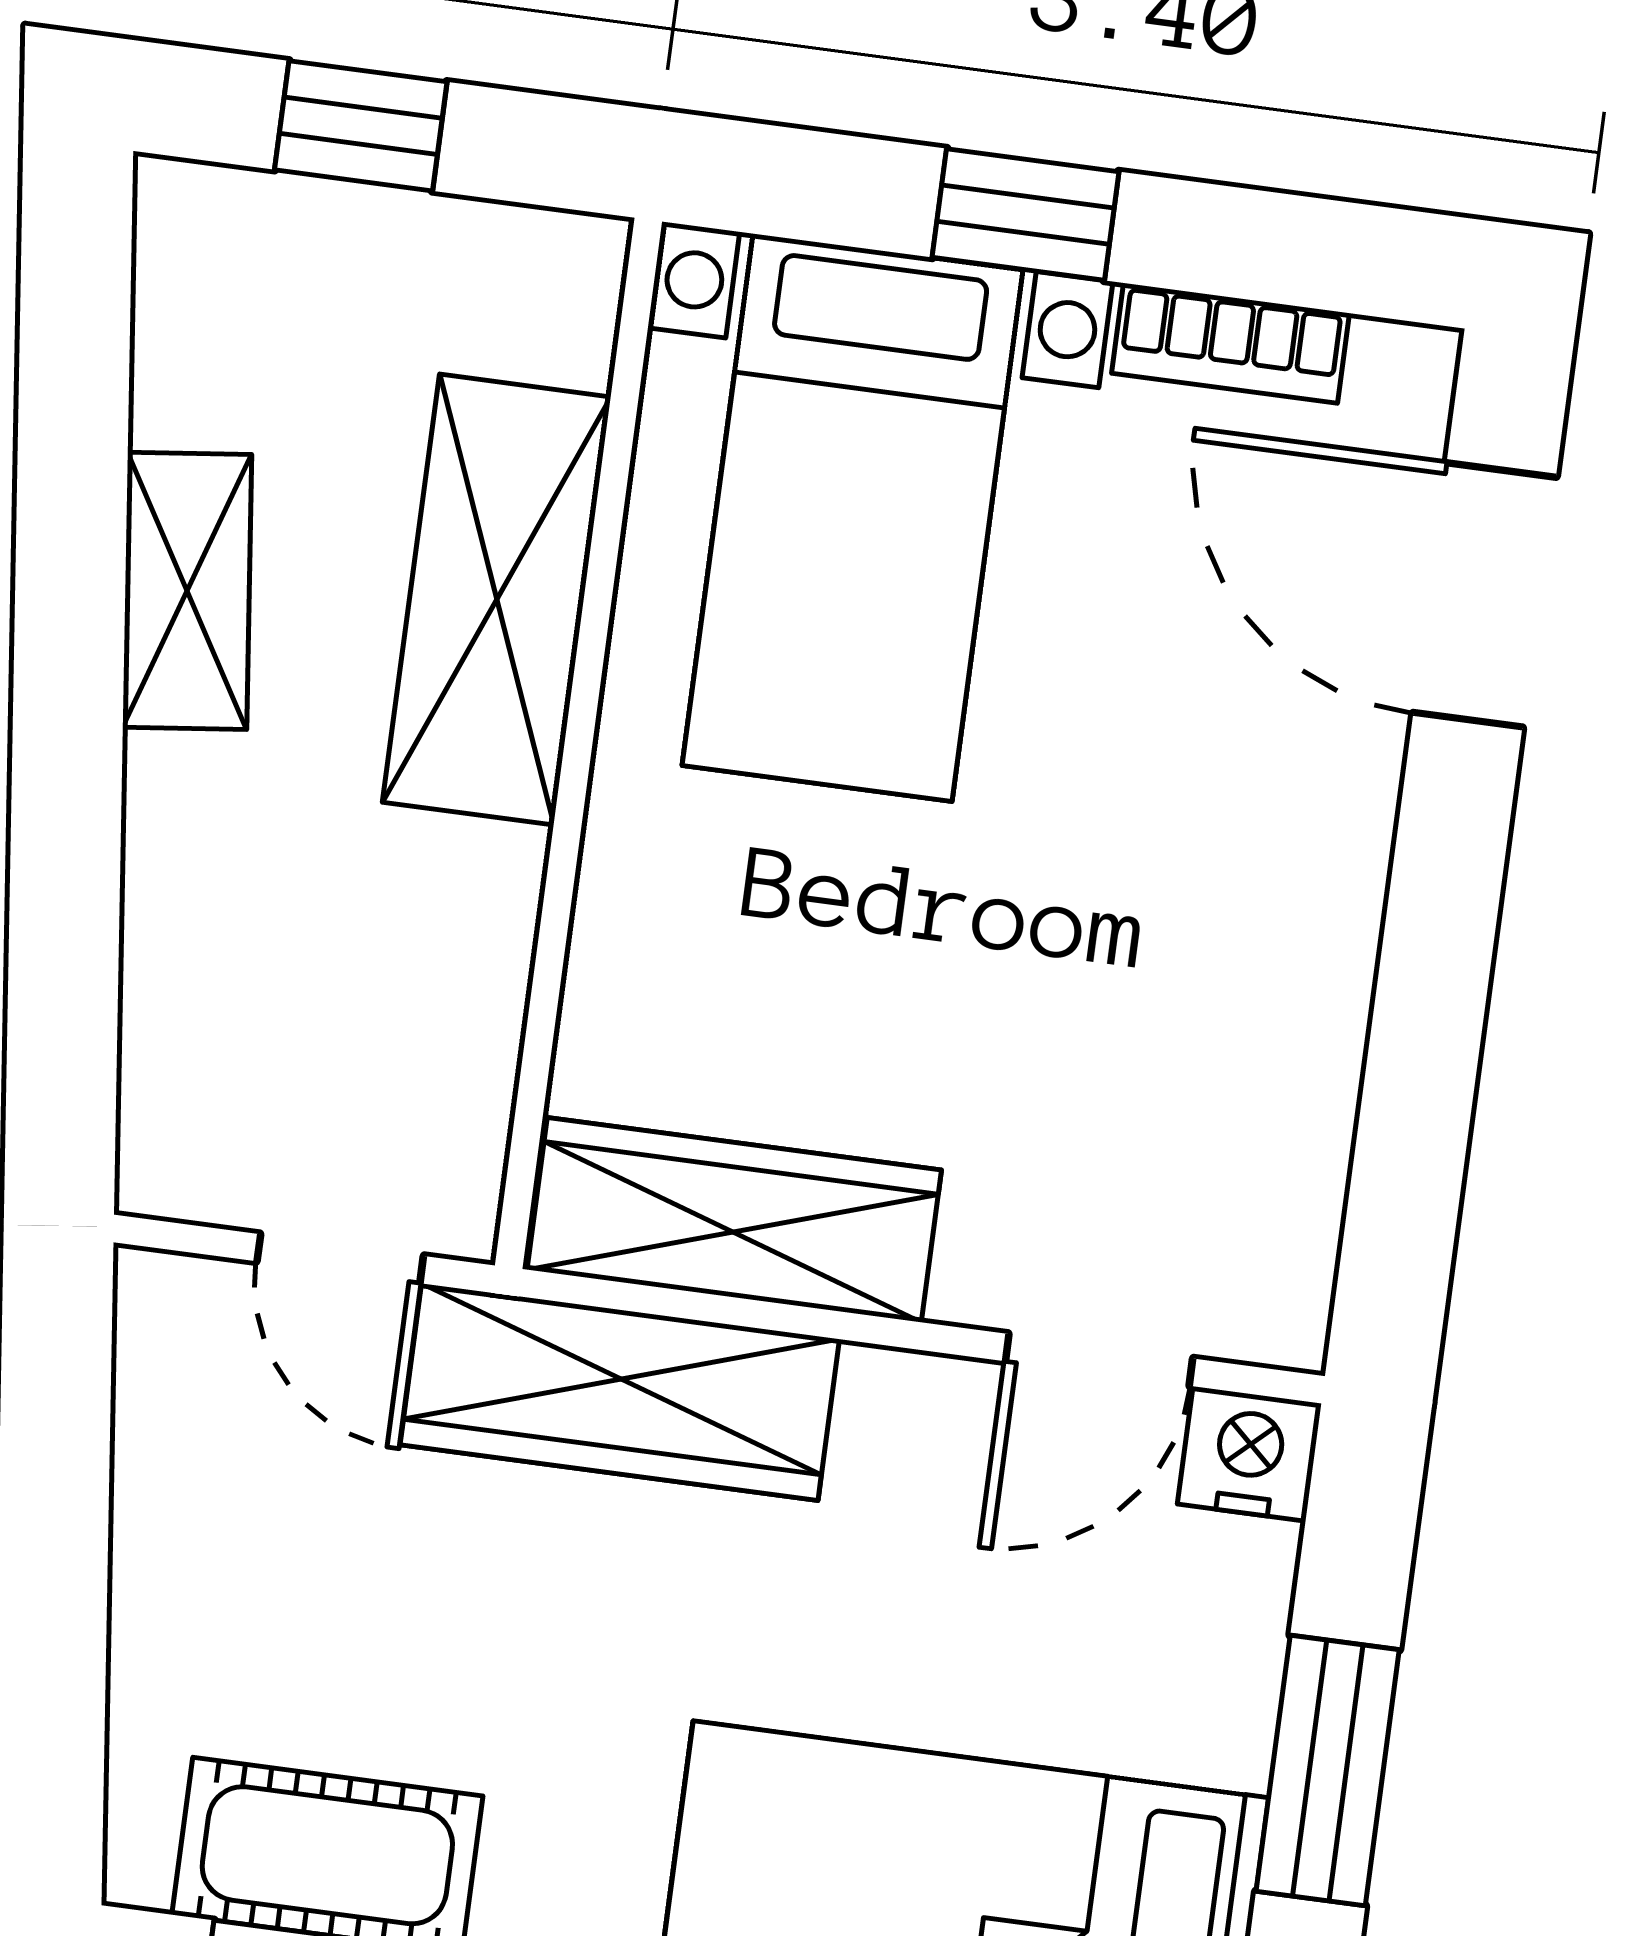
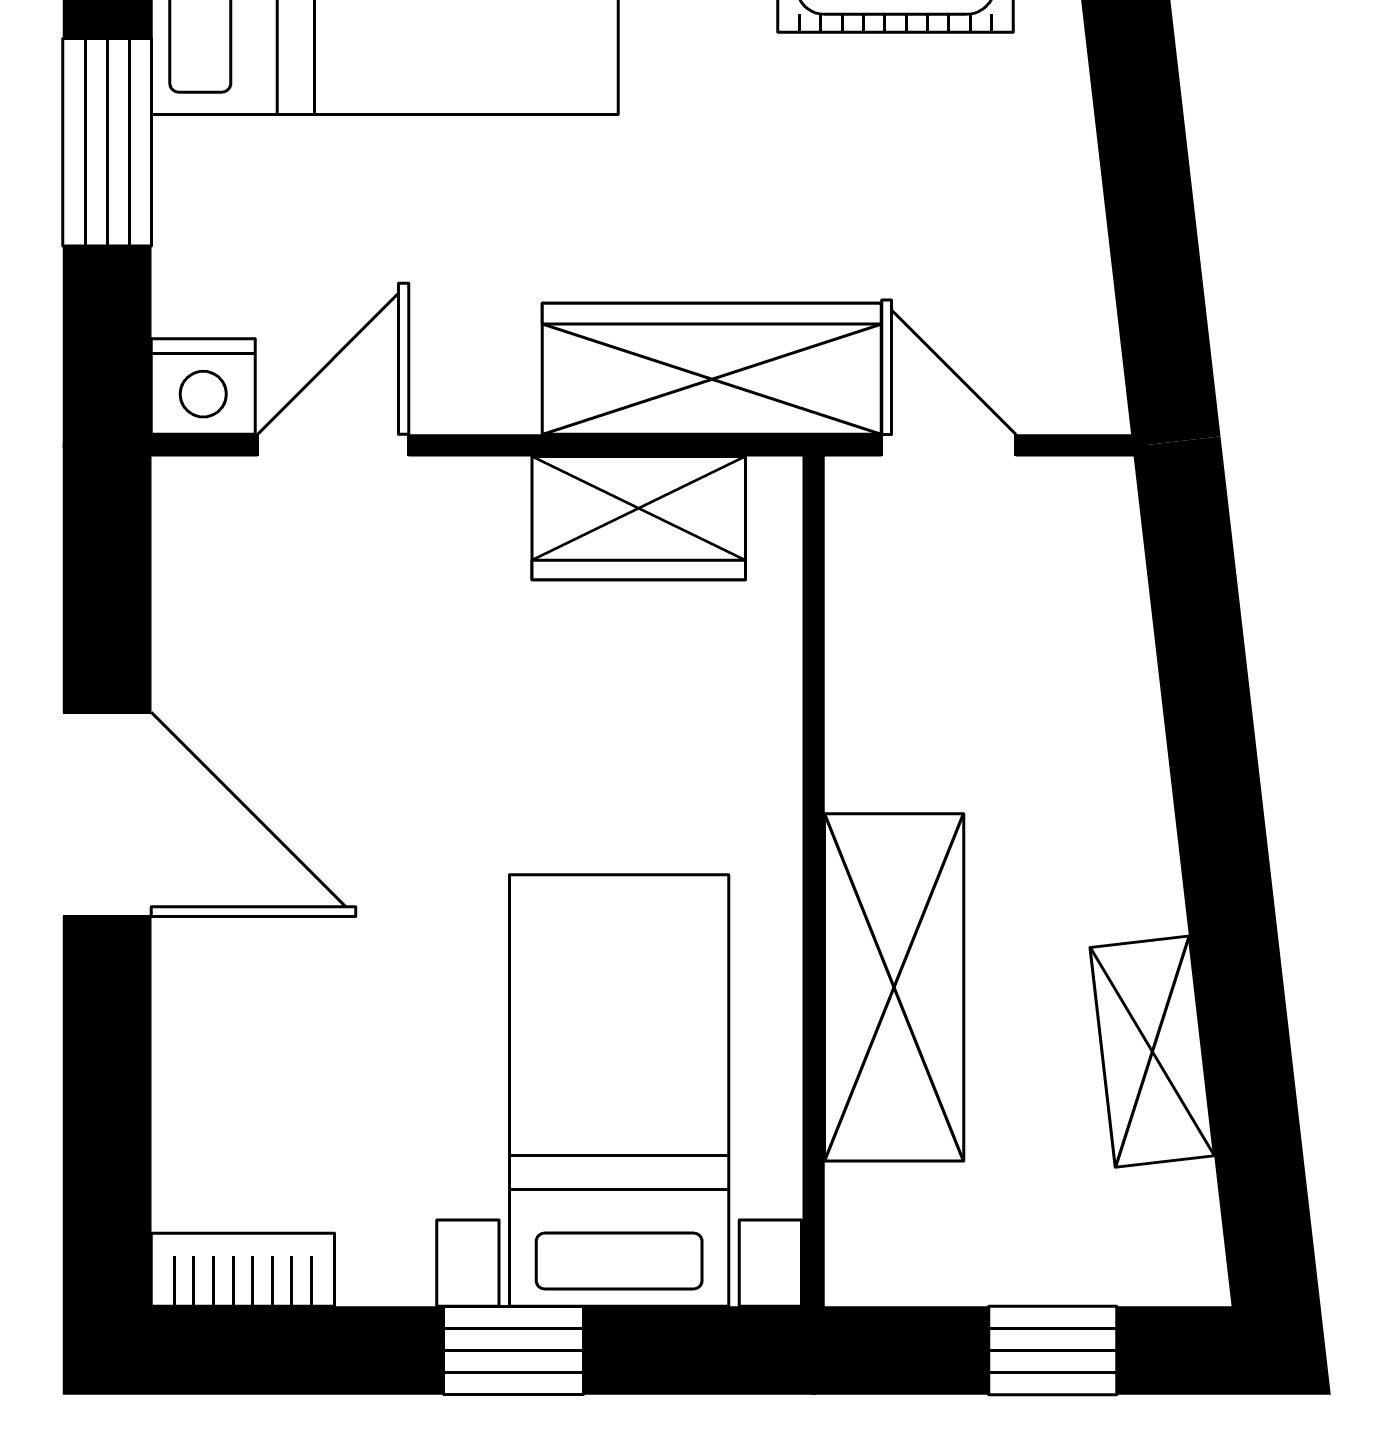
bookcase: (1231, 343) -> (243, 1270), moved
shelving: (187, 591) -> (1152, 1052), moved
door: (1485, 595) -> (107, 814), moved
wardrobe: (734, 1220) -> (639, 518), width x0.67

